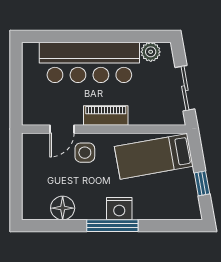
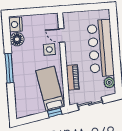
piano: (106, 115) -> (73, 77), moved
window: (202, 183) -> (55, 113), moved
nightstand: (119, 209) -> (16, 24), moved

